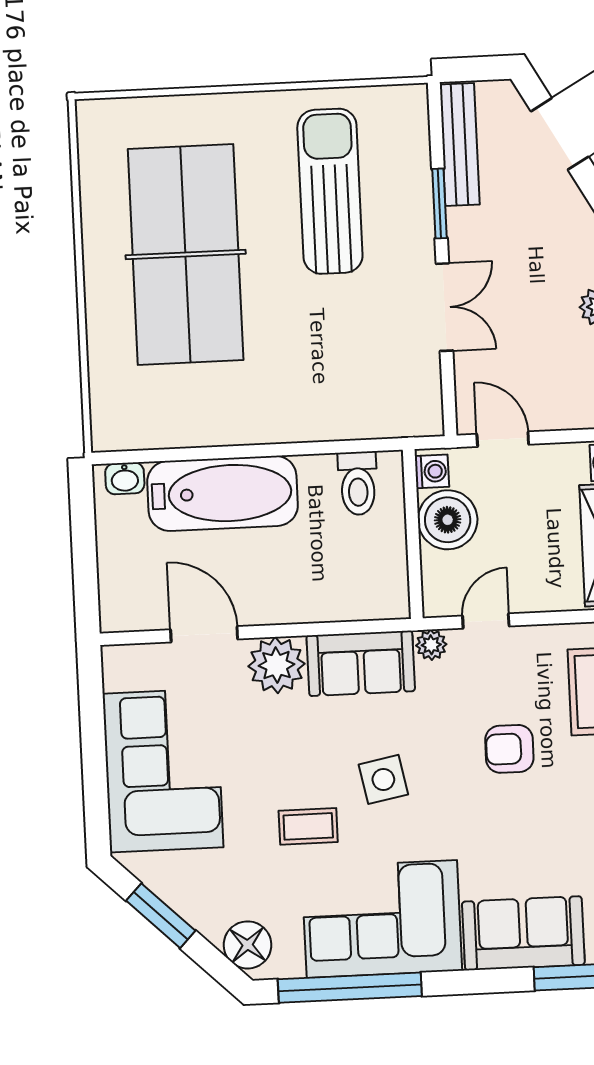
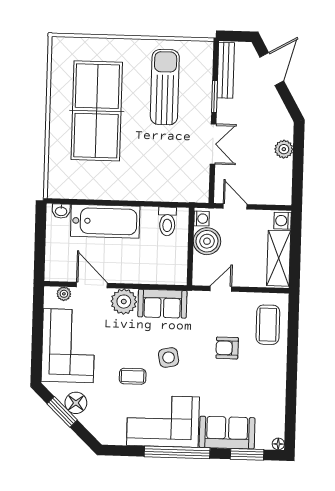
plant: (431, 645) -> (64, 294), moved
floor lamp: (248, 945) -> (76, 403), moved
window: (350, 988) -> (177, 452), moved

